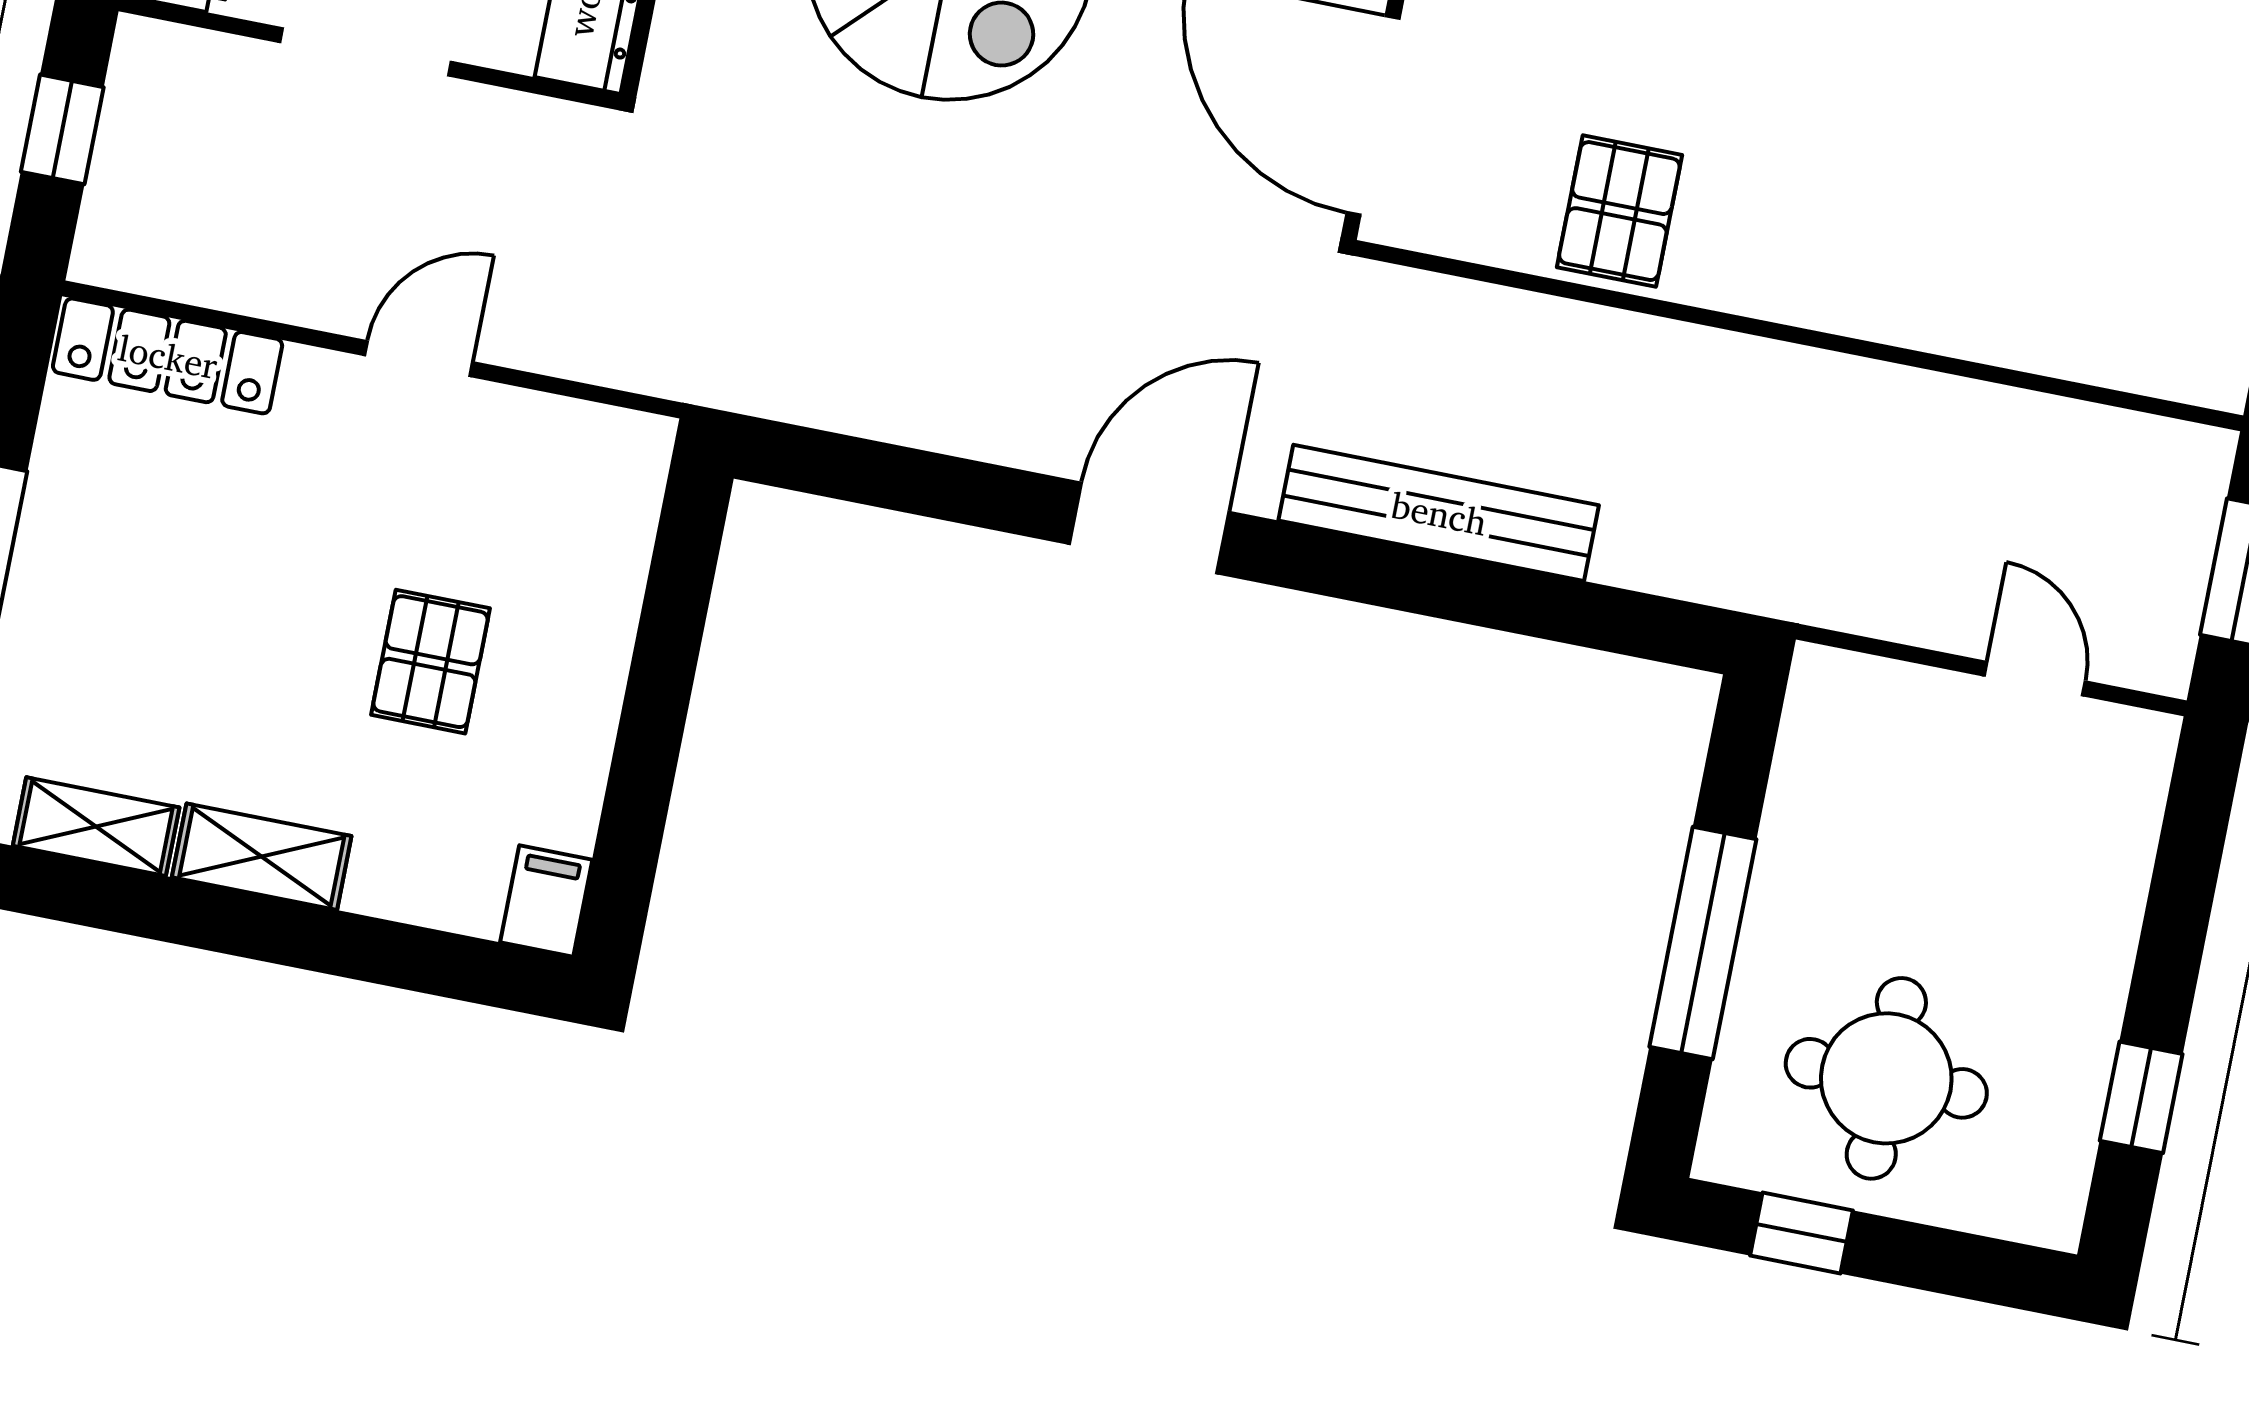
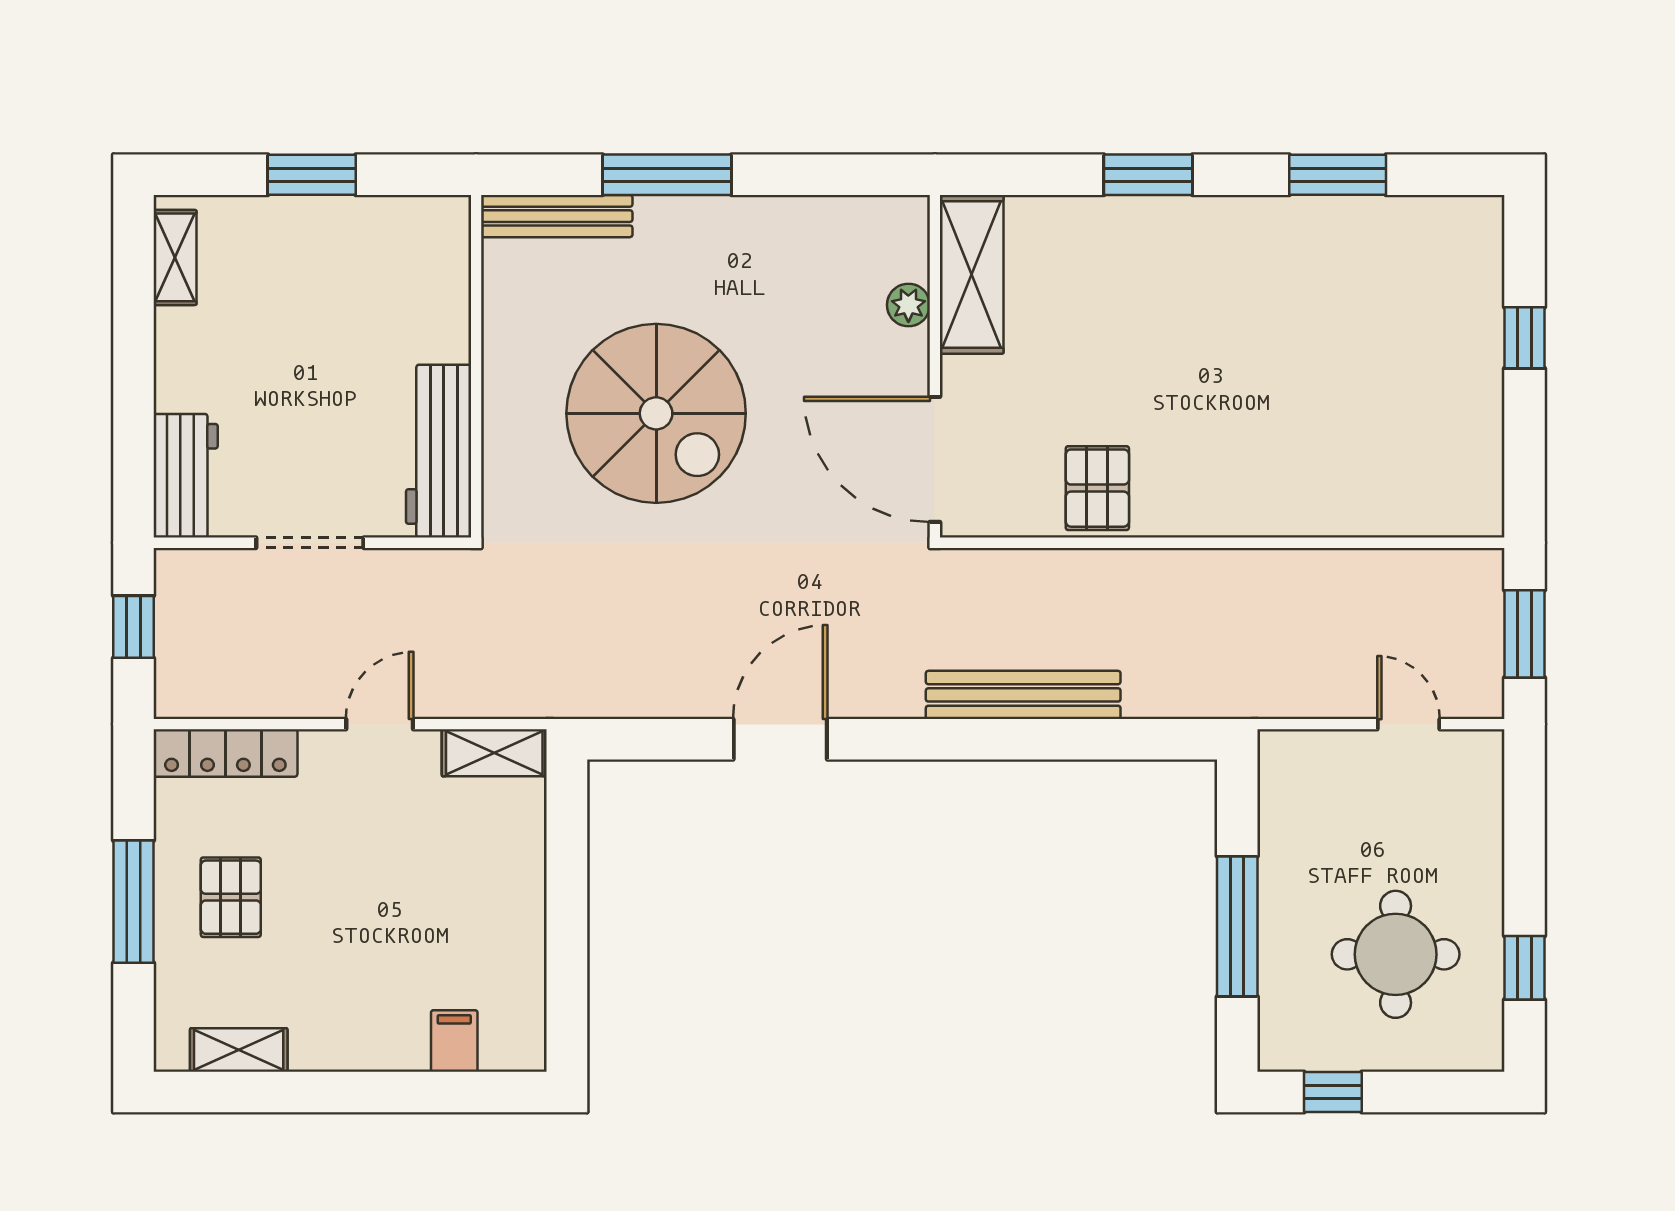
door: (1149, 528) -> (780, 739), moved
pallet: (431, 662) -> (231, 897), moved
shelving: (262, 857) -> (494, 753), moved
filing cabinet: (546, 901) -> (454, 1041), moved
round table: (1886, 1078) -> (1396, 954), moved

